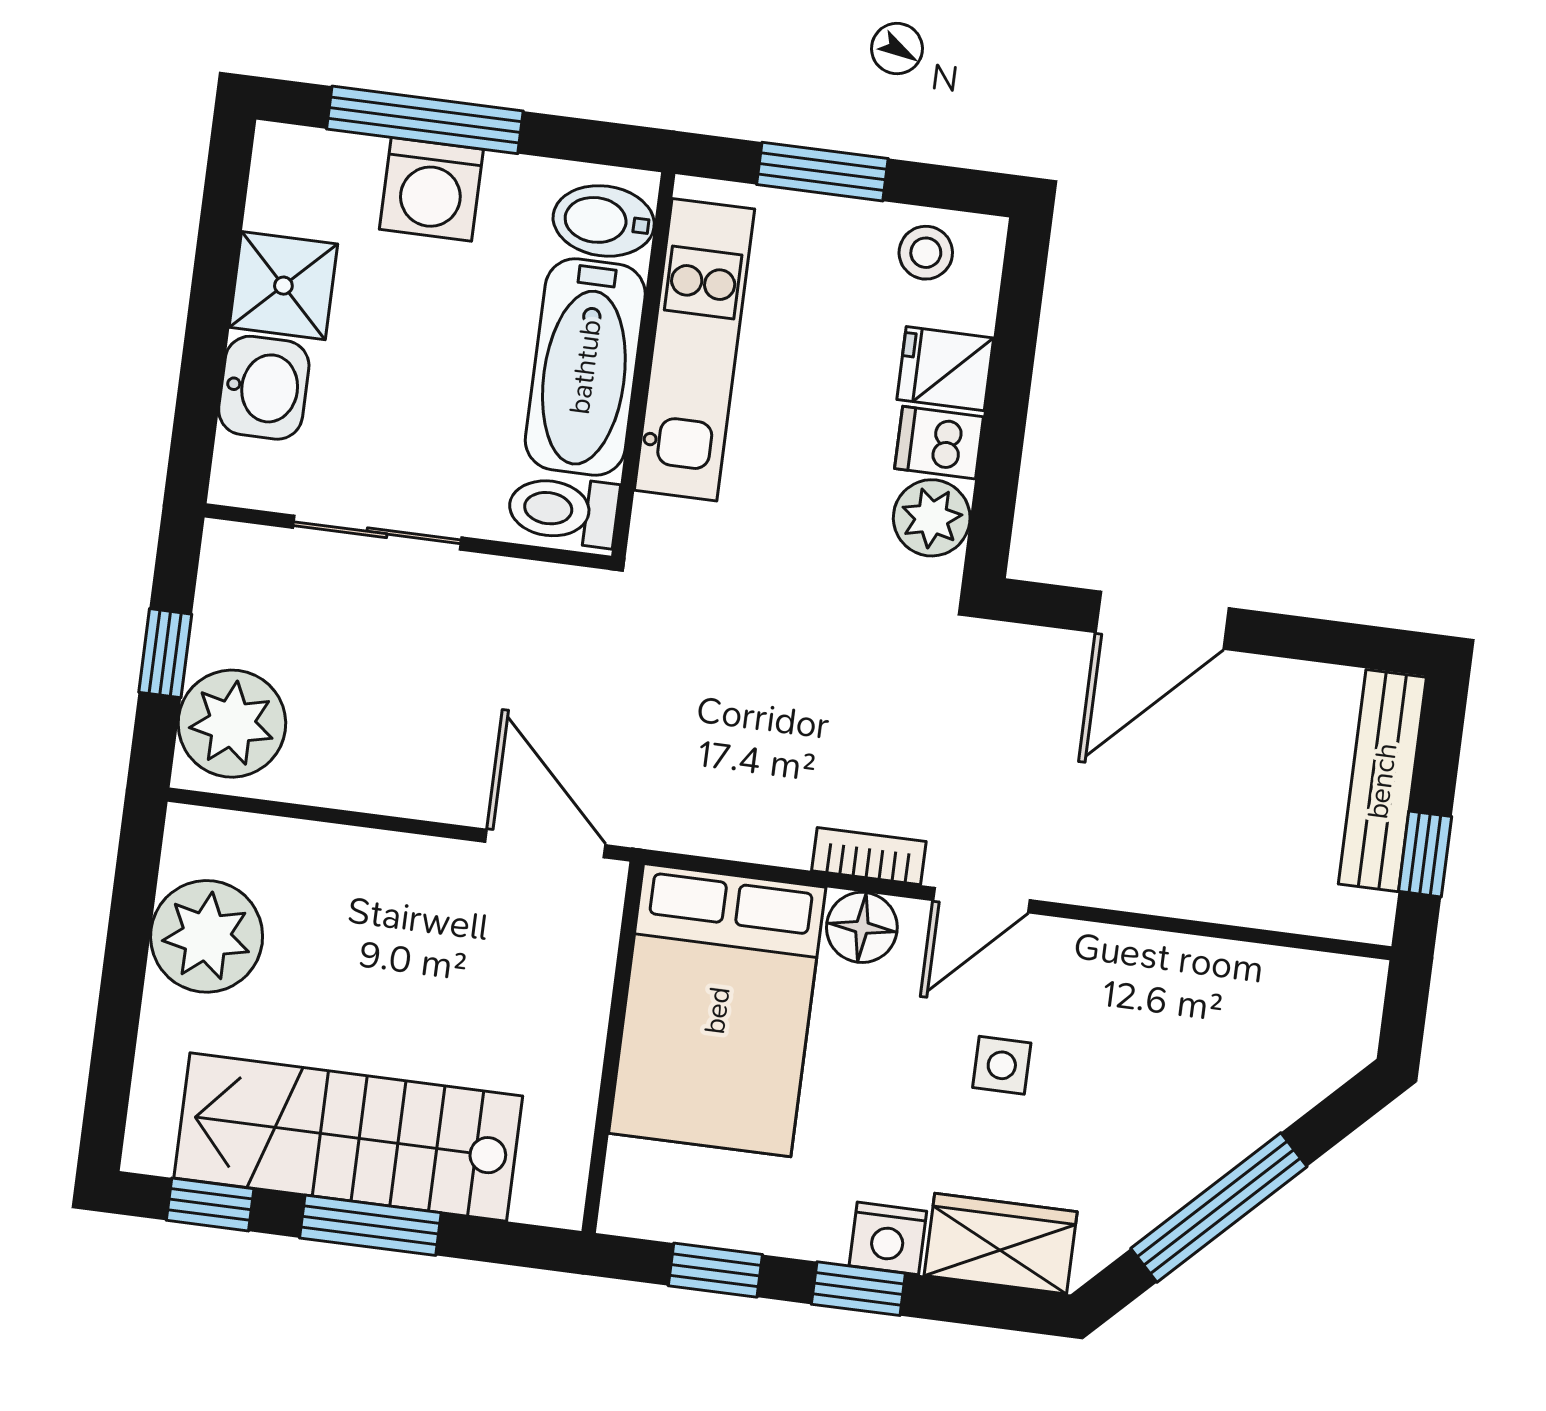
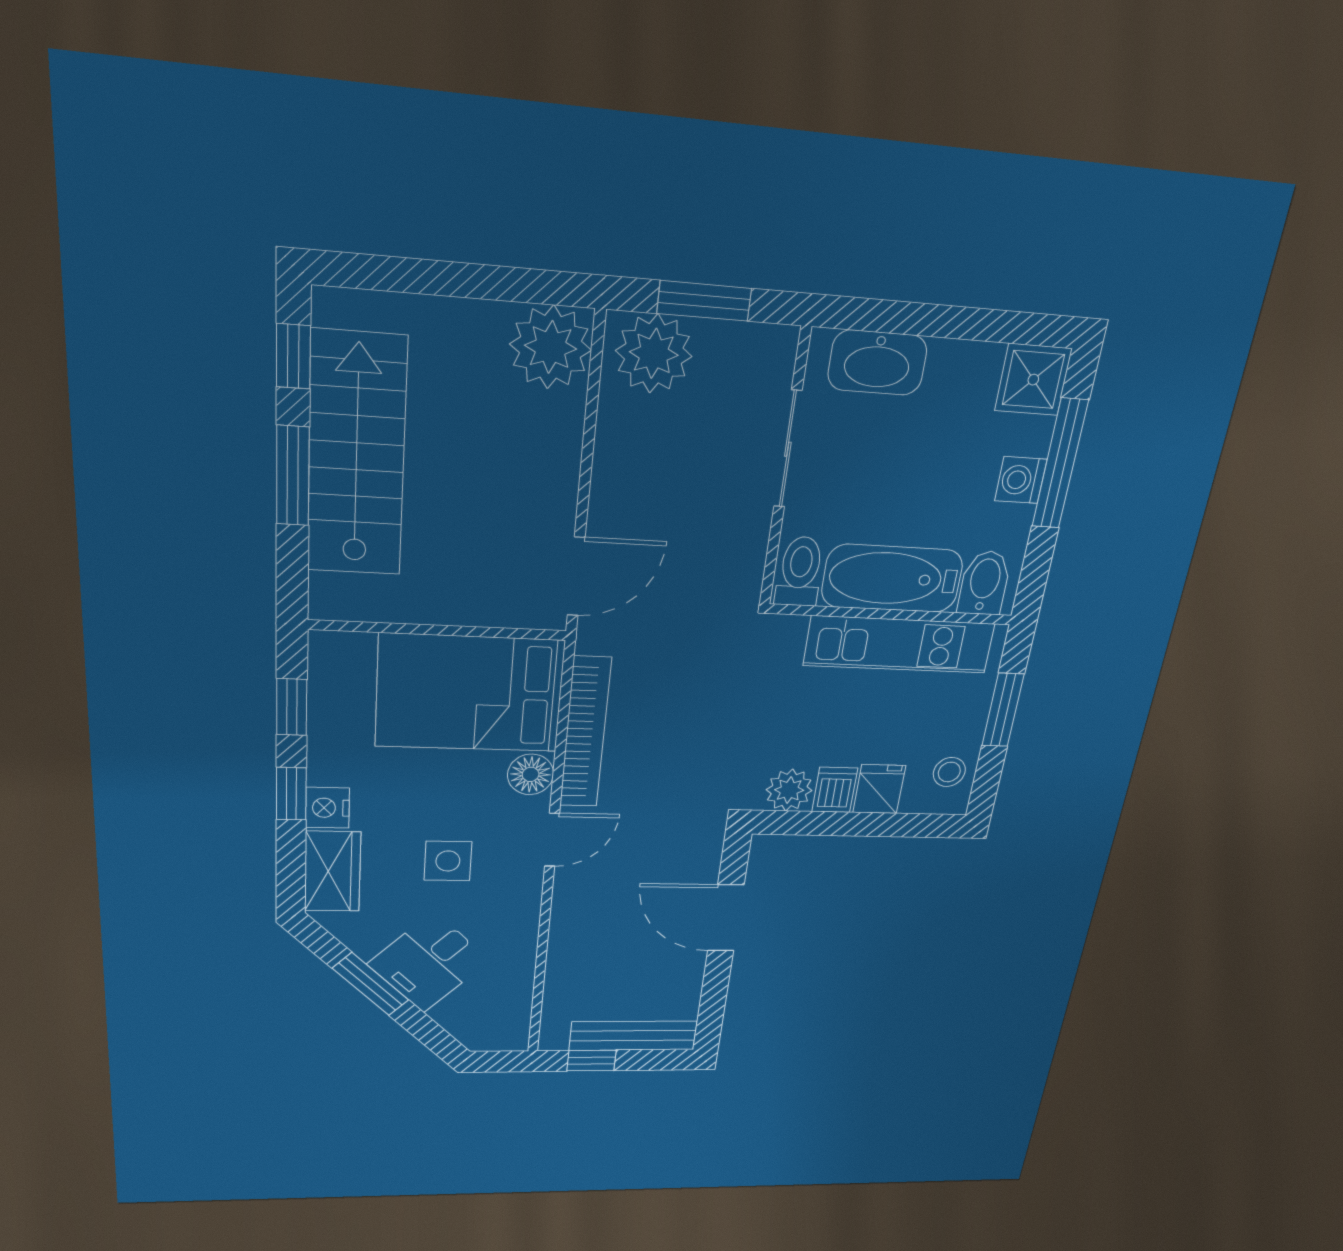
washing machine: (431, 189) -> (1021, 480), width x0.73, depth x0.73
shower: (283, 286) -> (1033, 380), moved
washbasin: (264, 388) -> (877, 363), width x1.38
window: (165, 653) -> (704, 301), width x1.50
bookcase: (869, 856) -> (585, 733), width x2.31, depth x1.31
door: (981, 900) -> (552, 840), swing flipped
plant: (207, 936) -> (551, 347), moved
side table: (1002, 1065) -> (448, 861), width x1.37, depth x1.37
desk: (1188, 1111) -> (429, 962), added
window: (1219, 1207) -> (371, 984), width x0.69

